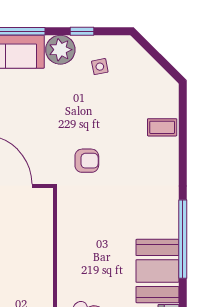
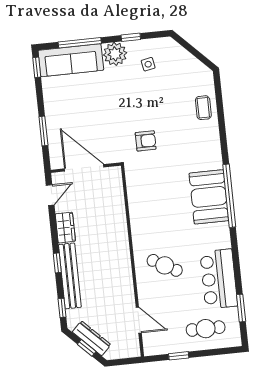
coffee table: (162, 127) -> (203, 108), turned 90
booth: (157, 271) -> (209, 197), moved

